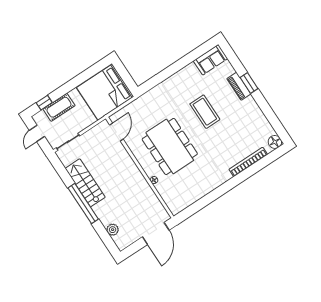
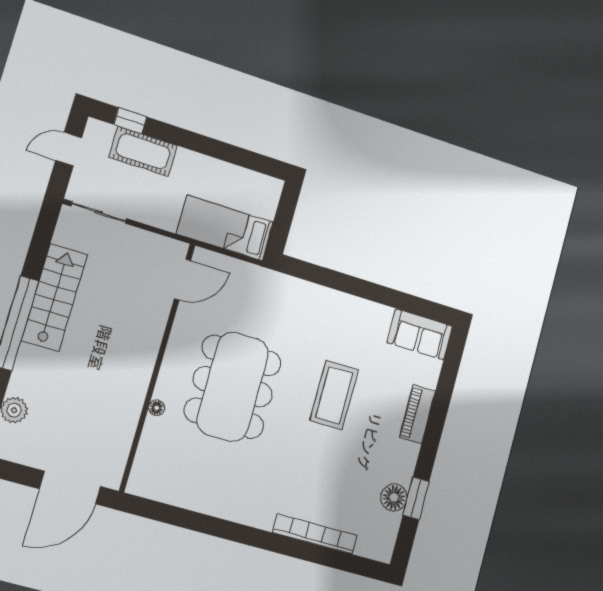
window: (249, 83) -> (416, 498), moved
bed: (105, 92) -> (225, 228), width x0.49
floor lamp: (275, 142) -> (394, 498), moved

